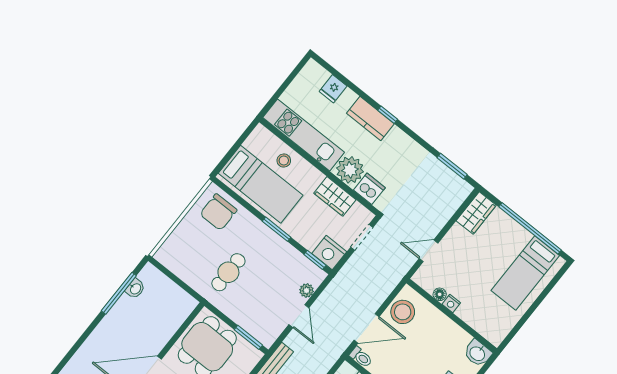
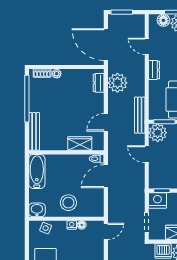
door: (428, 251) -> (106, 231), moved
plant: (307, 290) -> (158, 133), moved, width x1.87, depth x1.87
stool: (403, 312) -> (68, 203), moved
side table: (484, 324) -> (46, 228), added

